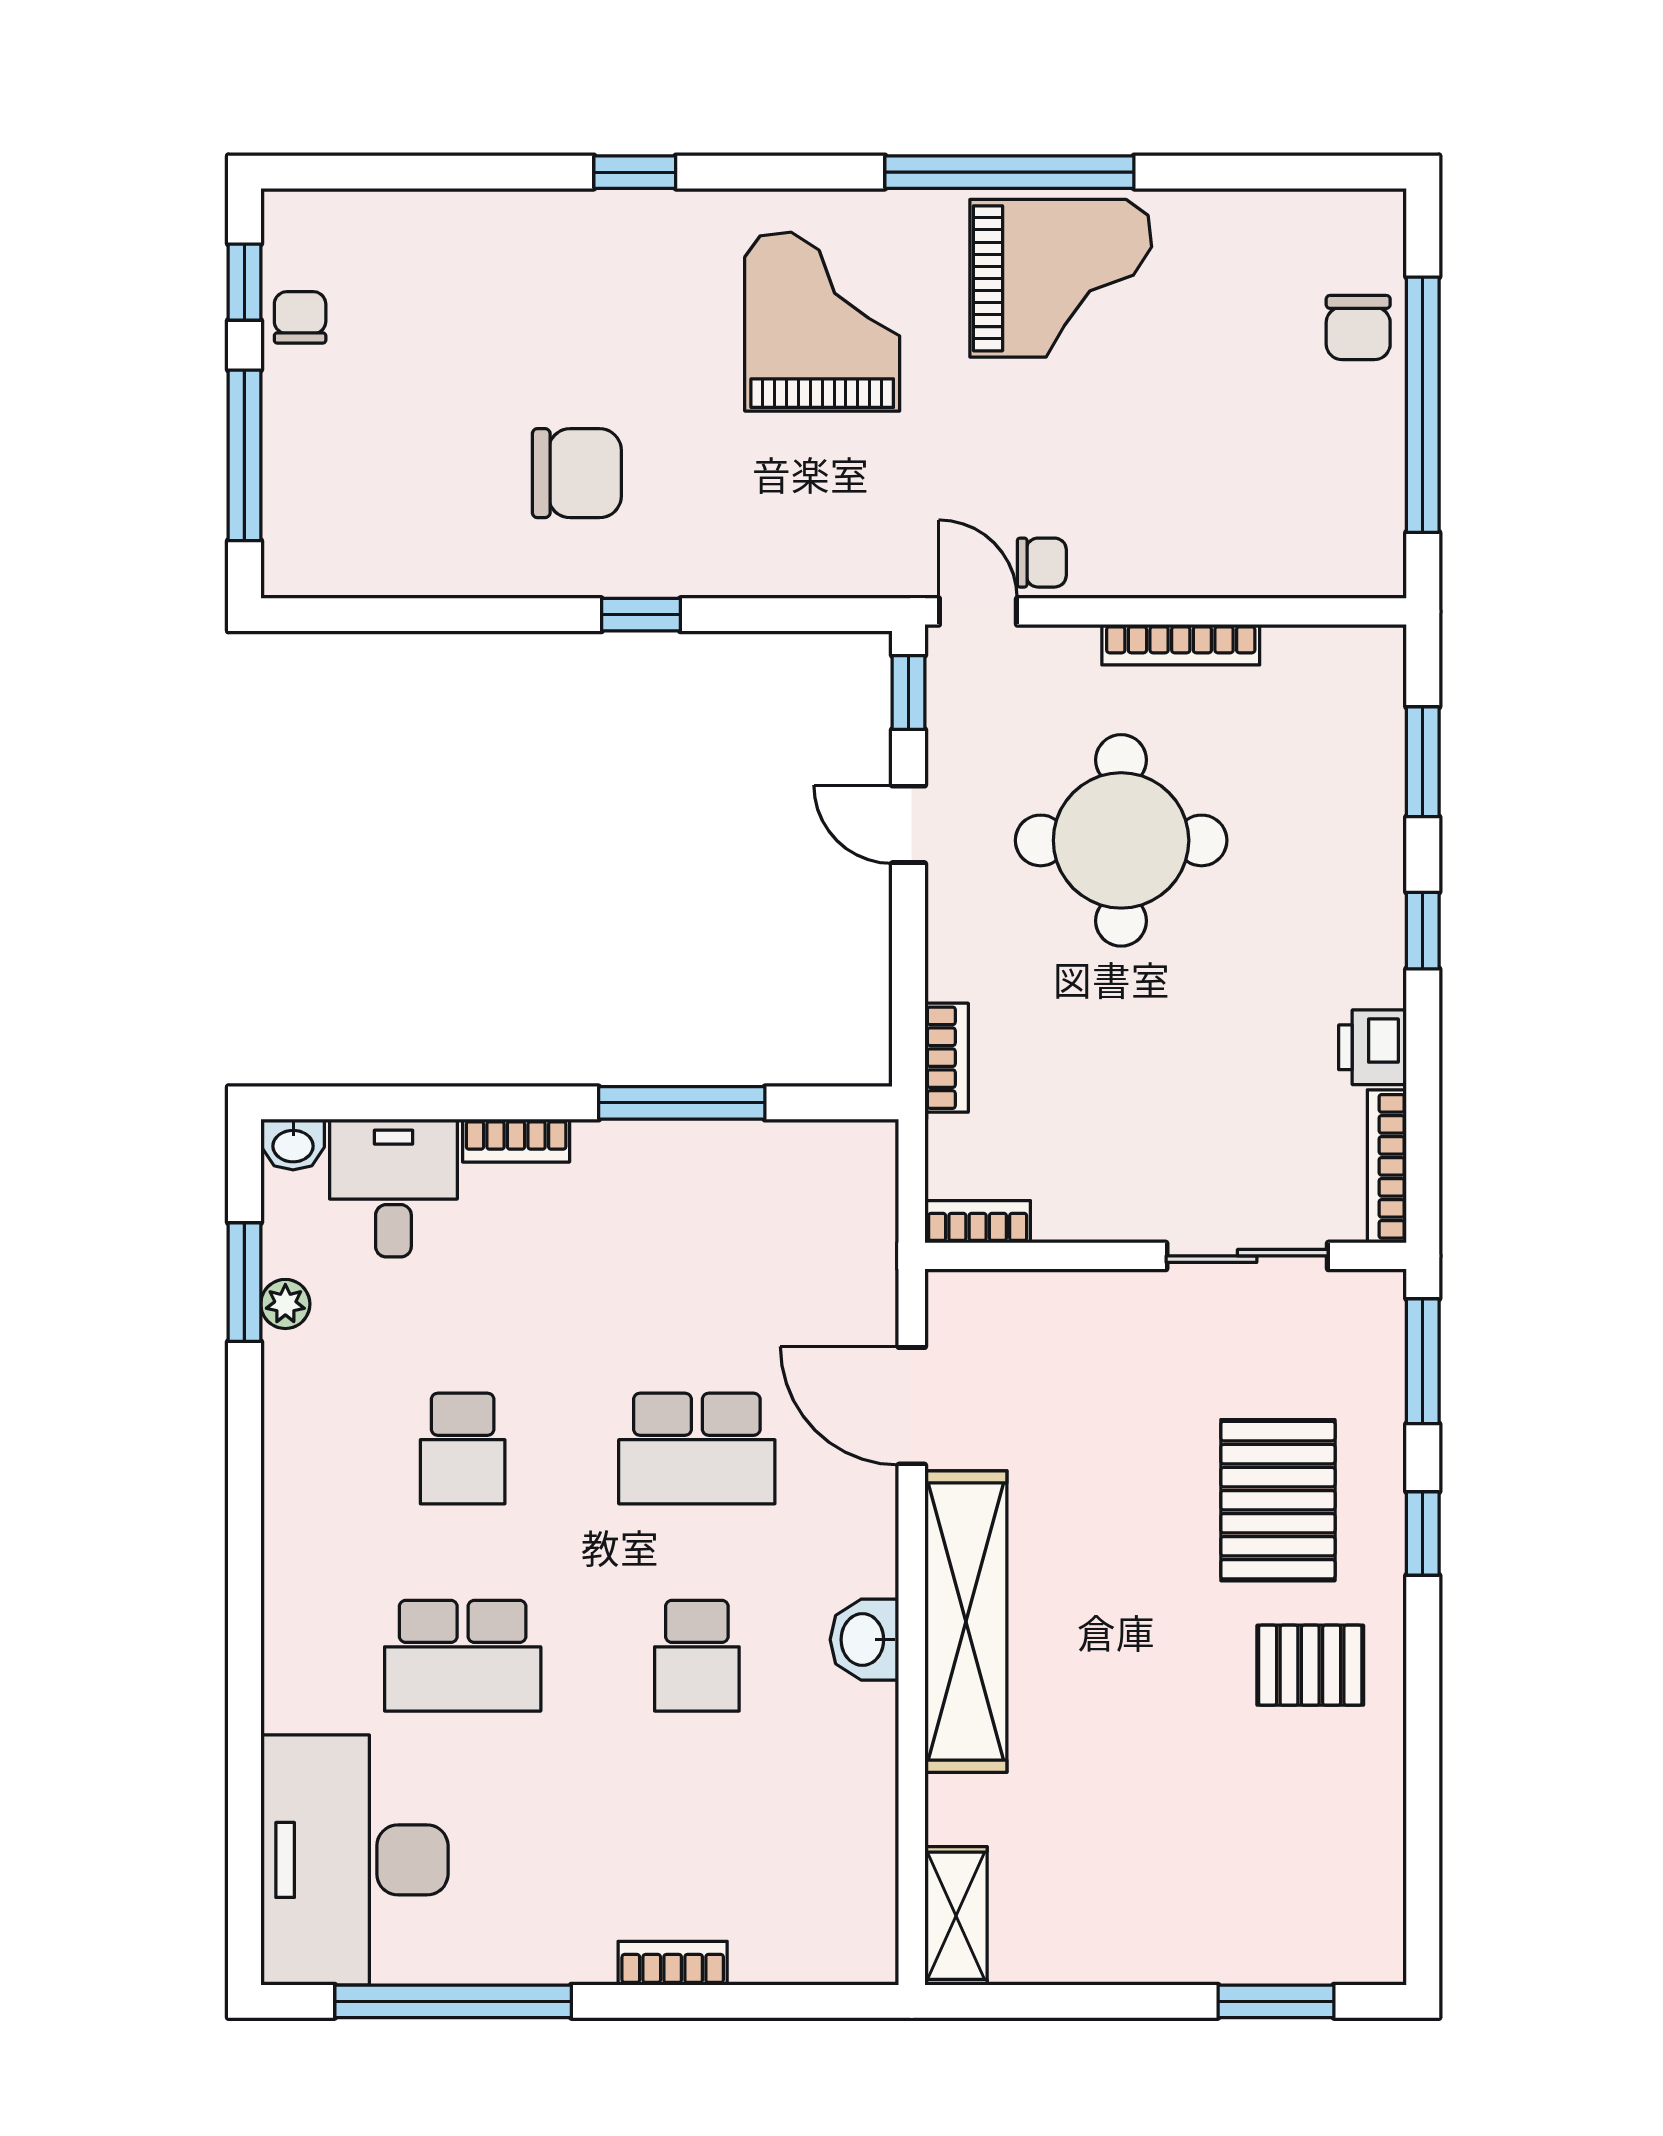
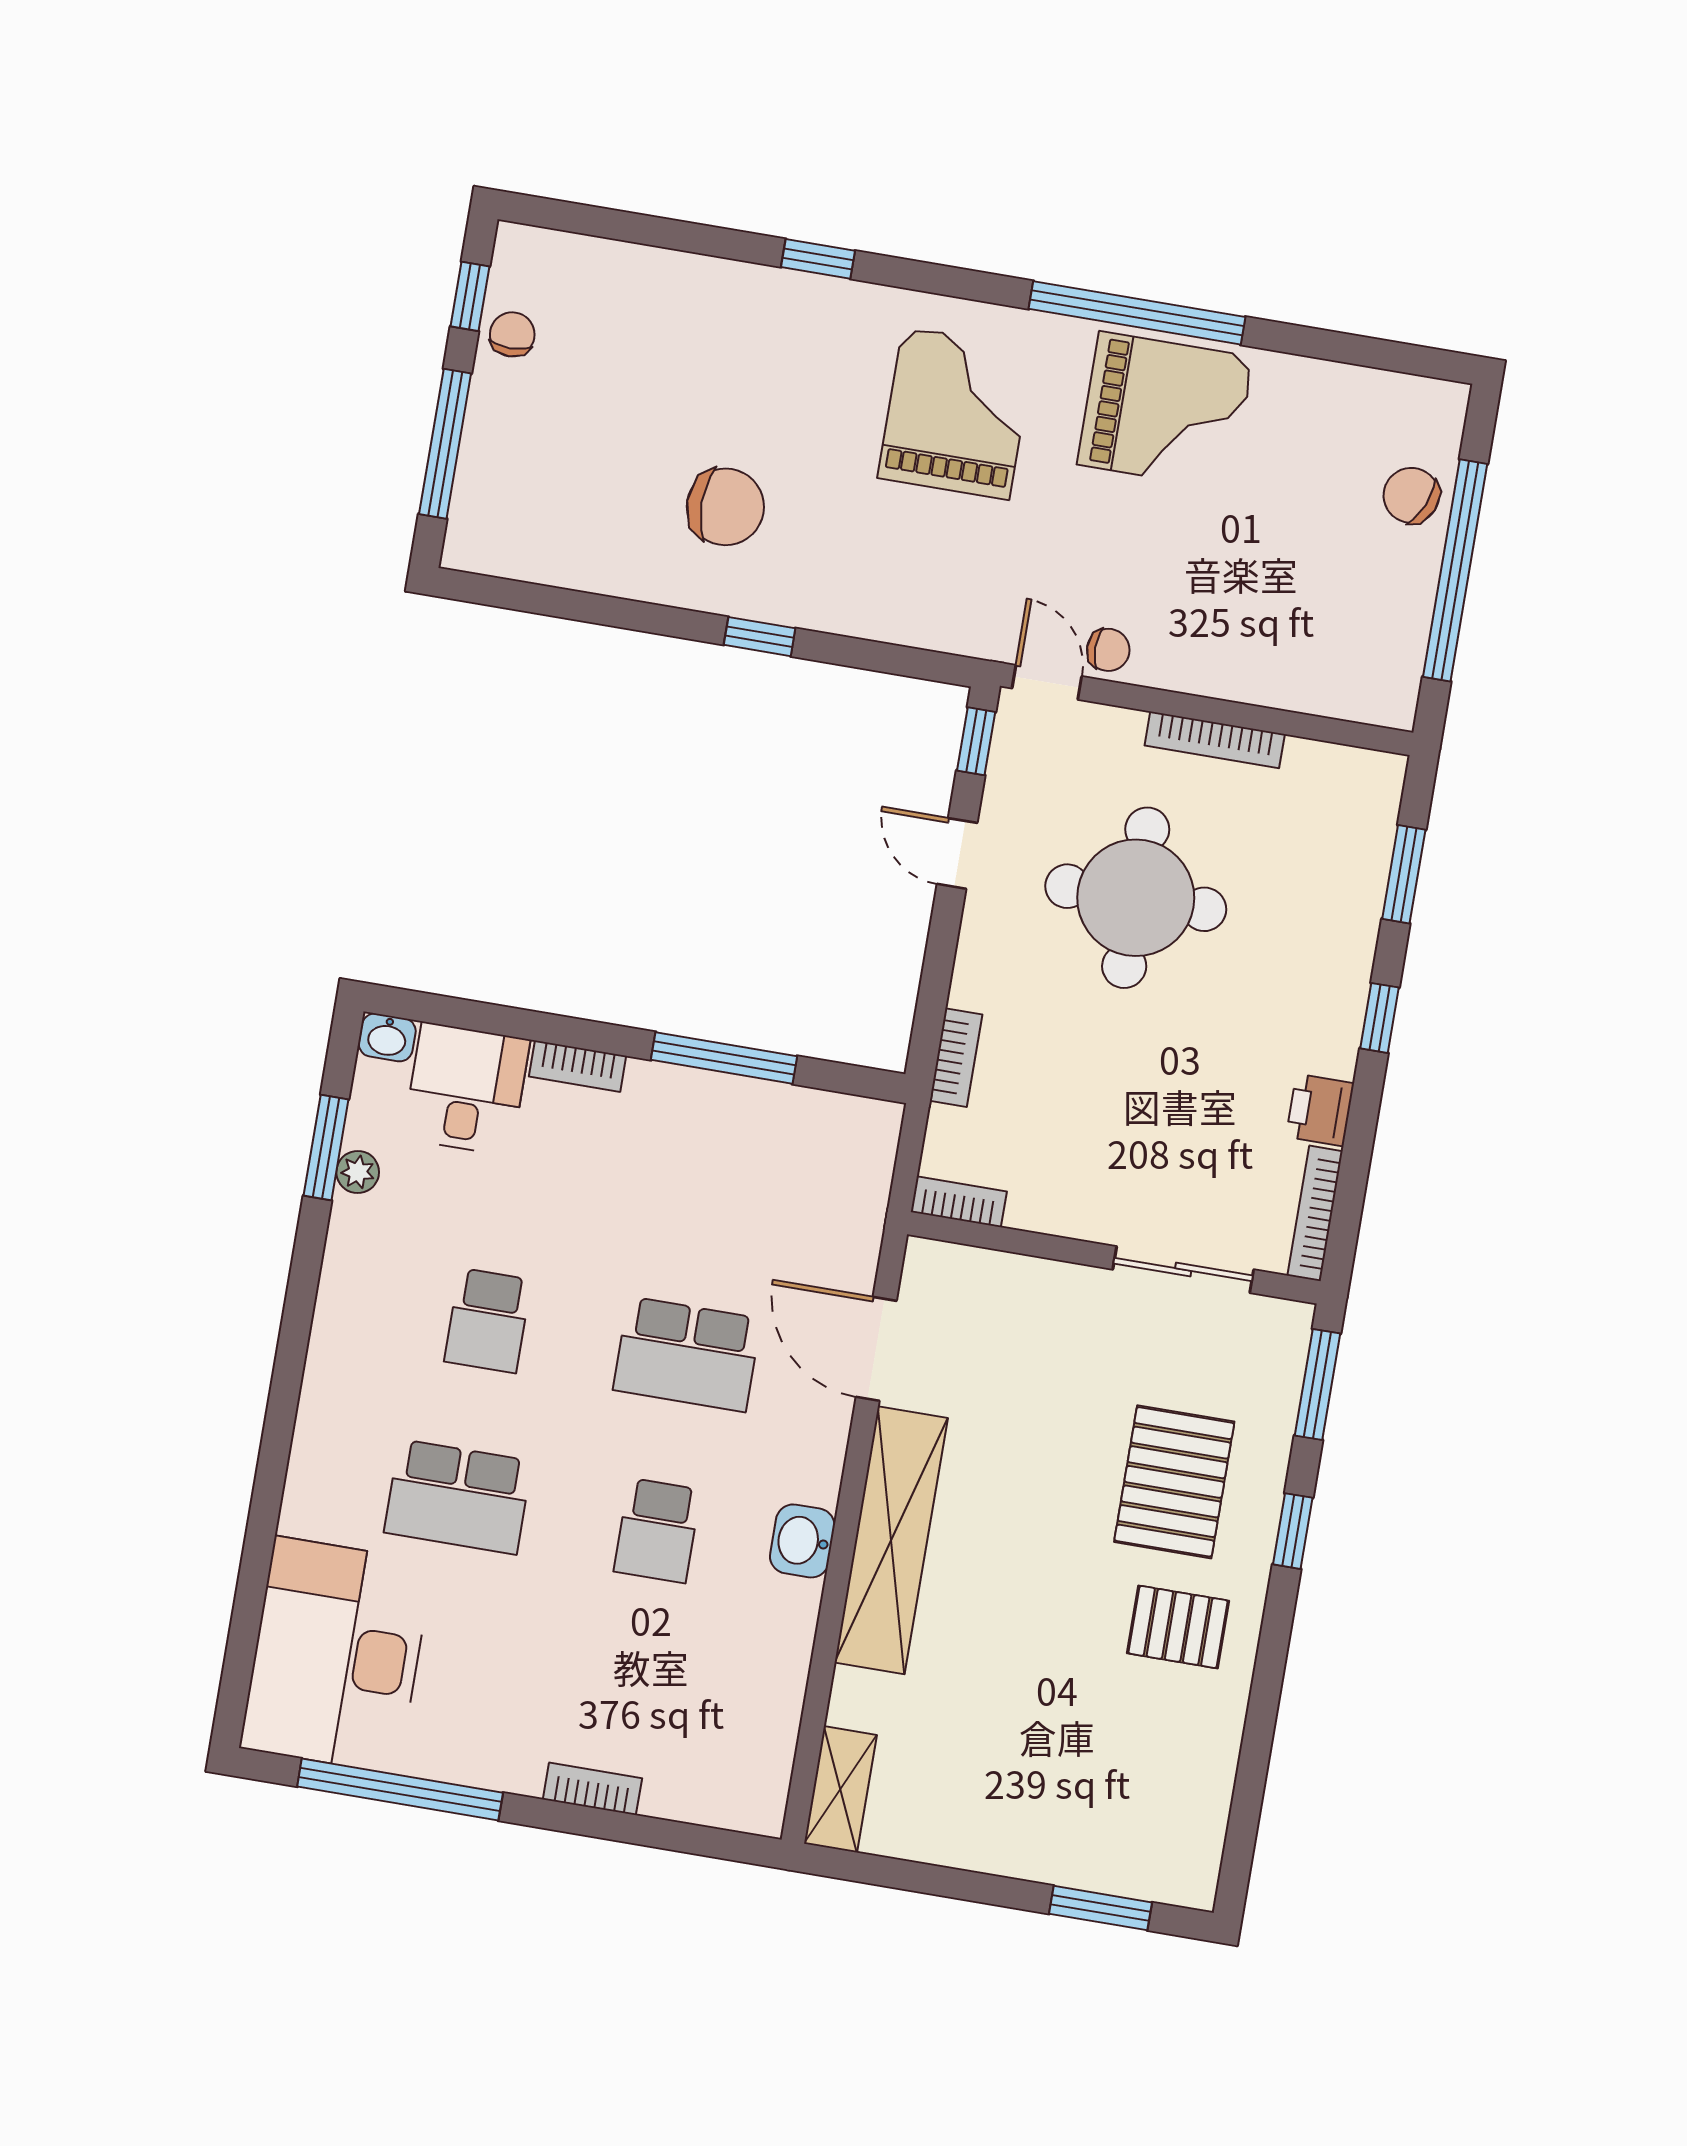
chair: (1358, 328) -> (1411, 495), turned 113

